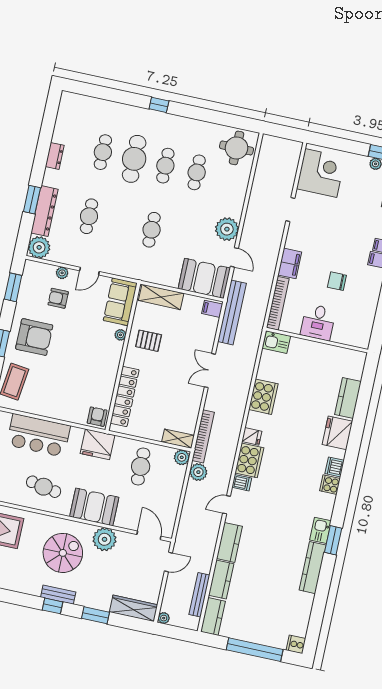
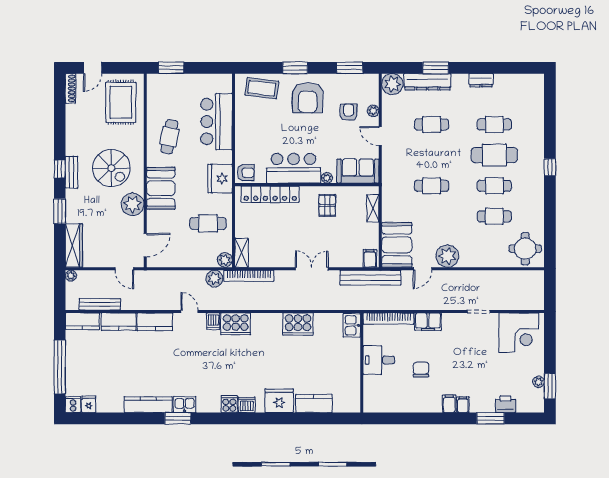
shelving: (161, 297) -> (373, 208), width x0.67, depth x0.75
bar counter: (103, 367) -> (294, 168), added
fridge: (252, 436) -> (89, 404), moved, turned 180

